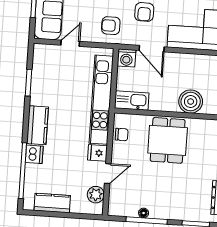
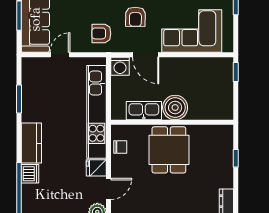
kitchen sink: (132, 101) -> (144, 111), moved
boiler: (191, 102) -> (175, 108), moved

